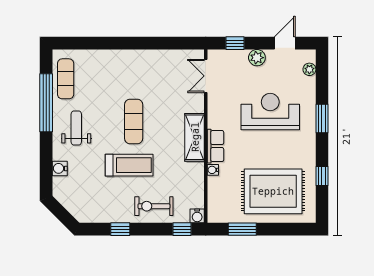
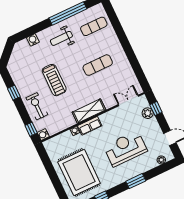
plant: (257, 58) -> (148, 113), moved
exercise mat: (66, 79) -> (94, 26), moved
reception desk: (270, 112) -> (125, 149), turned -90
exercise mat: (134, 122) -> (98, 65), moved
weight bench: (76, 128) -> (61, 38), turned 180
window: (242, 229) -> (48, 165), removed

